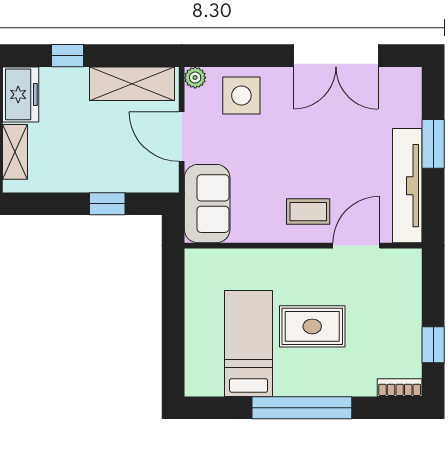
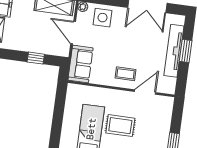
tv unit: (407, 186) -> (174, 51), moved

